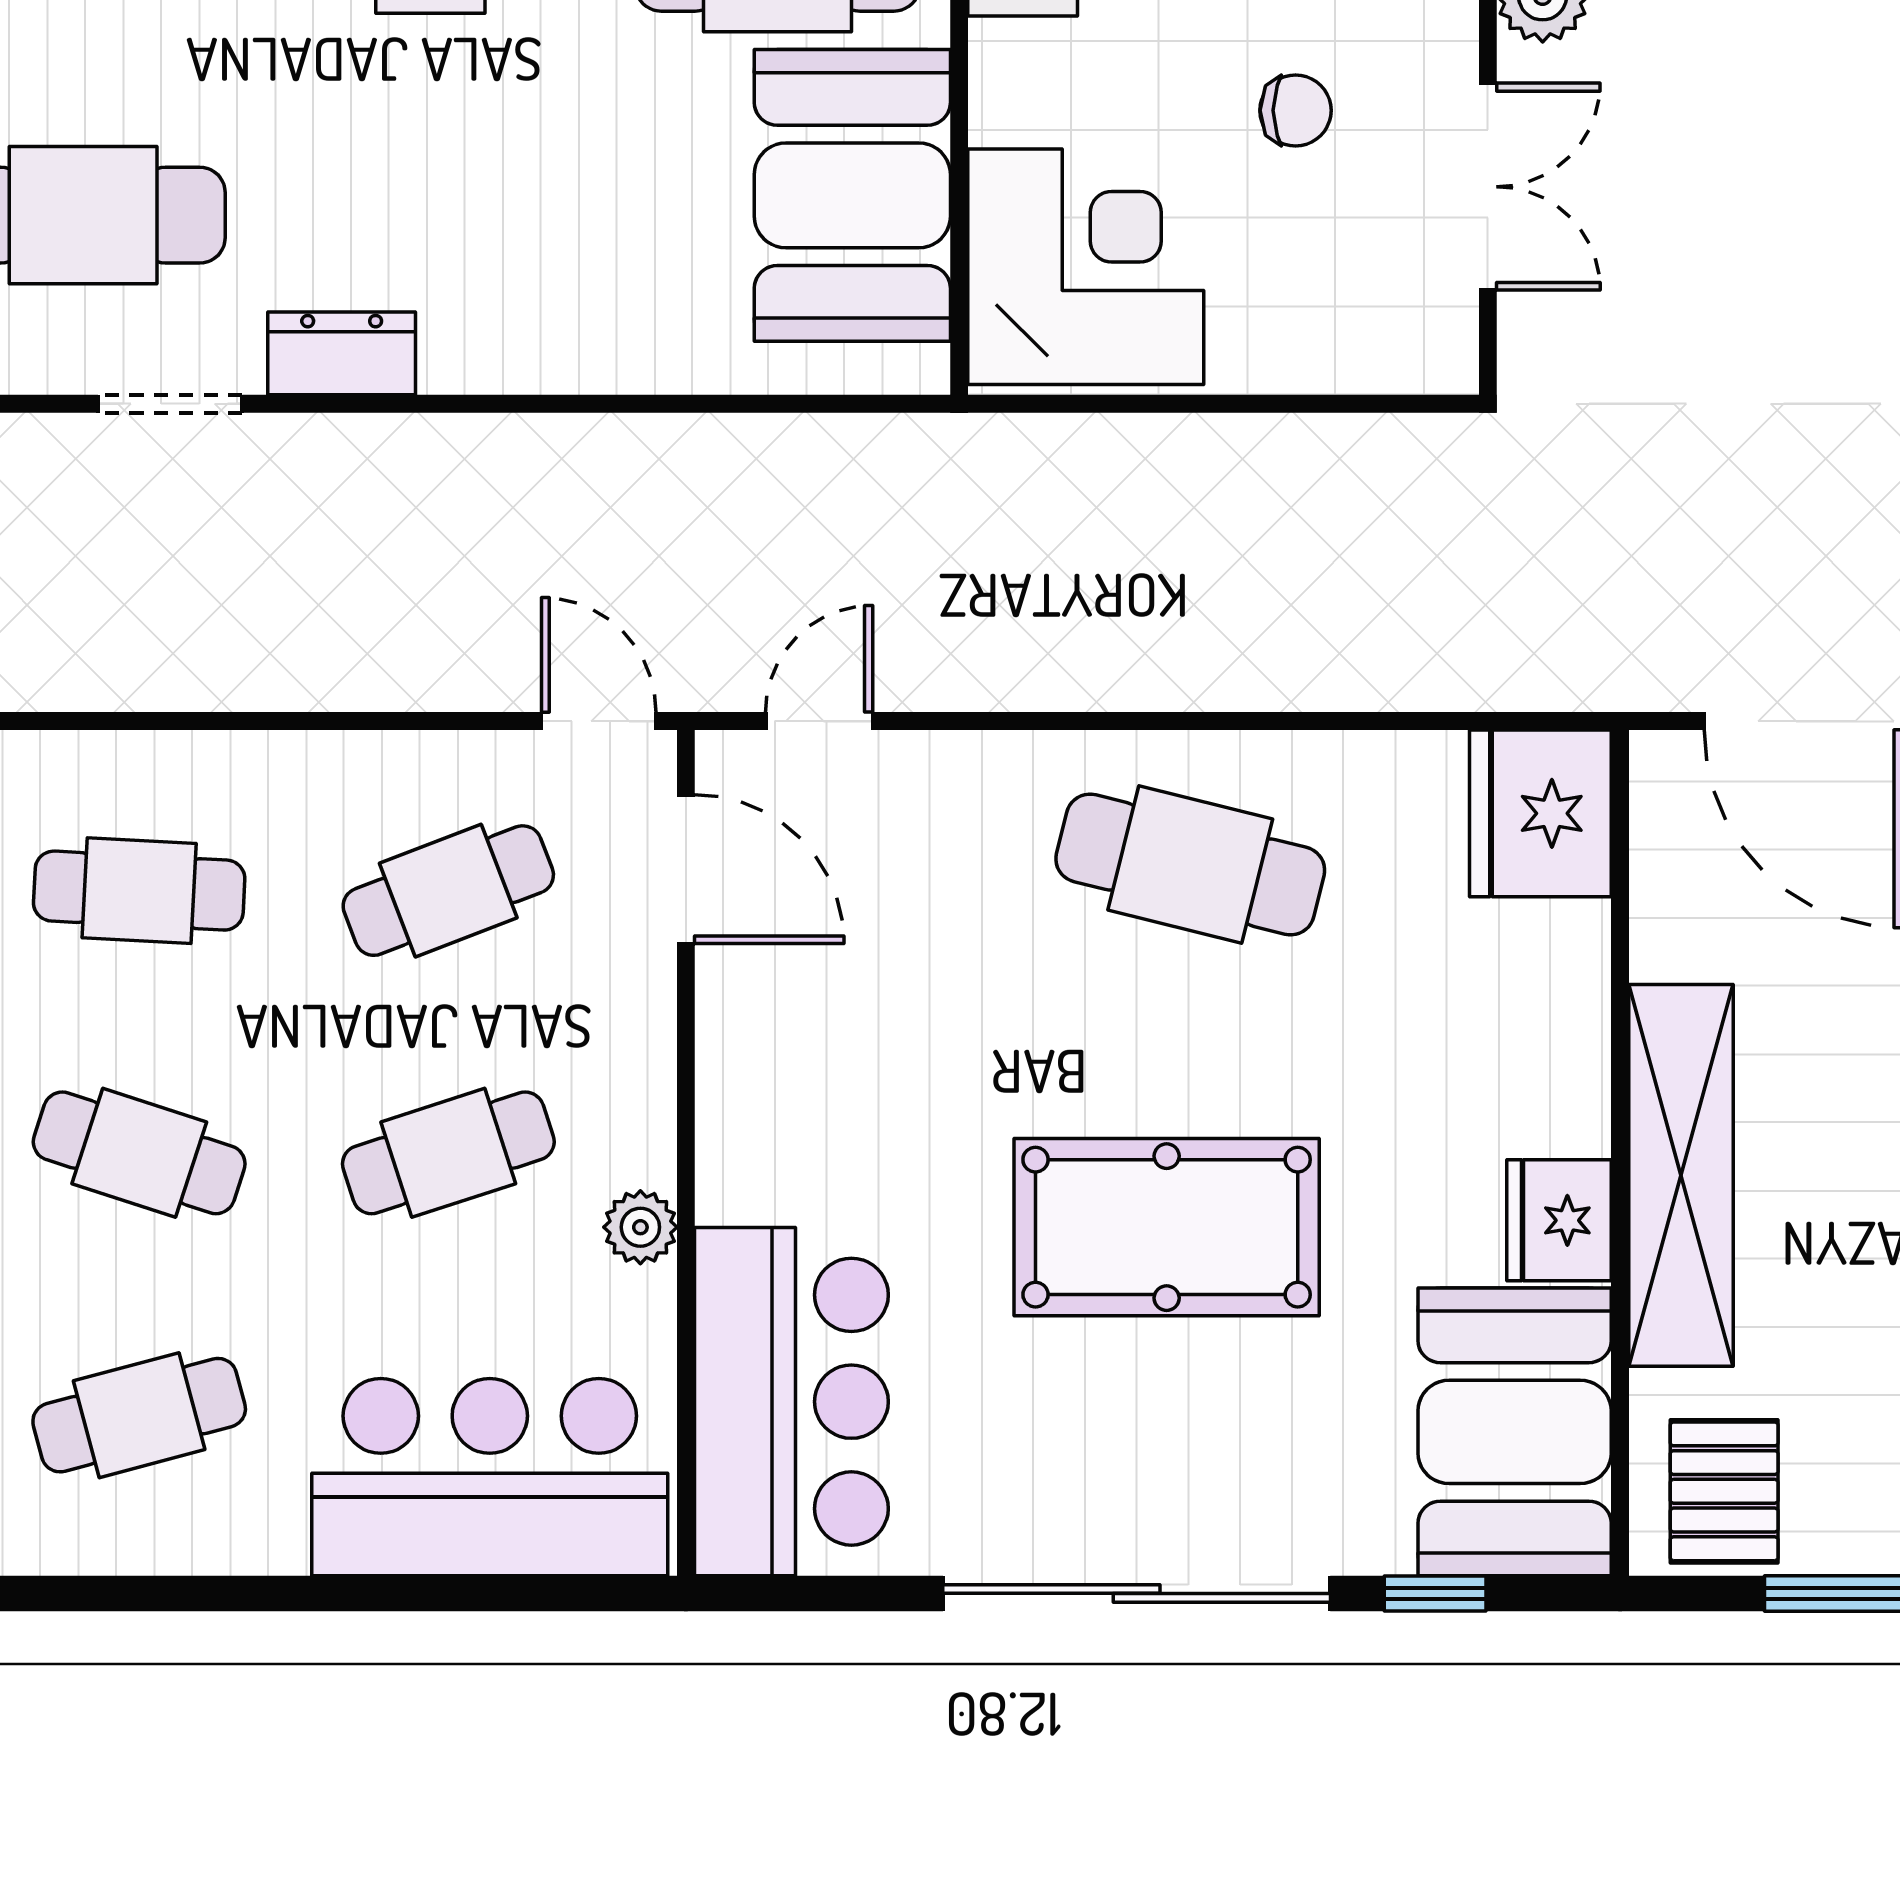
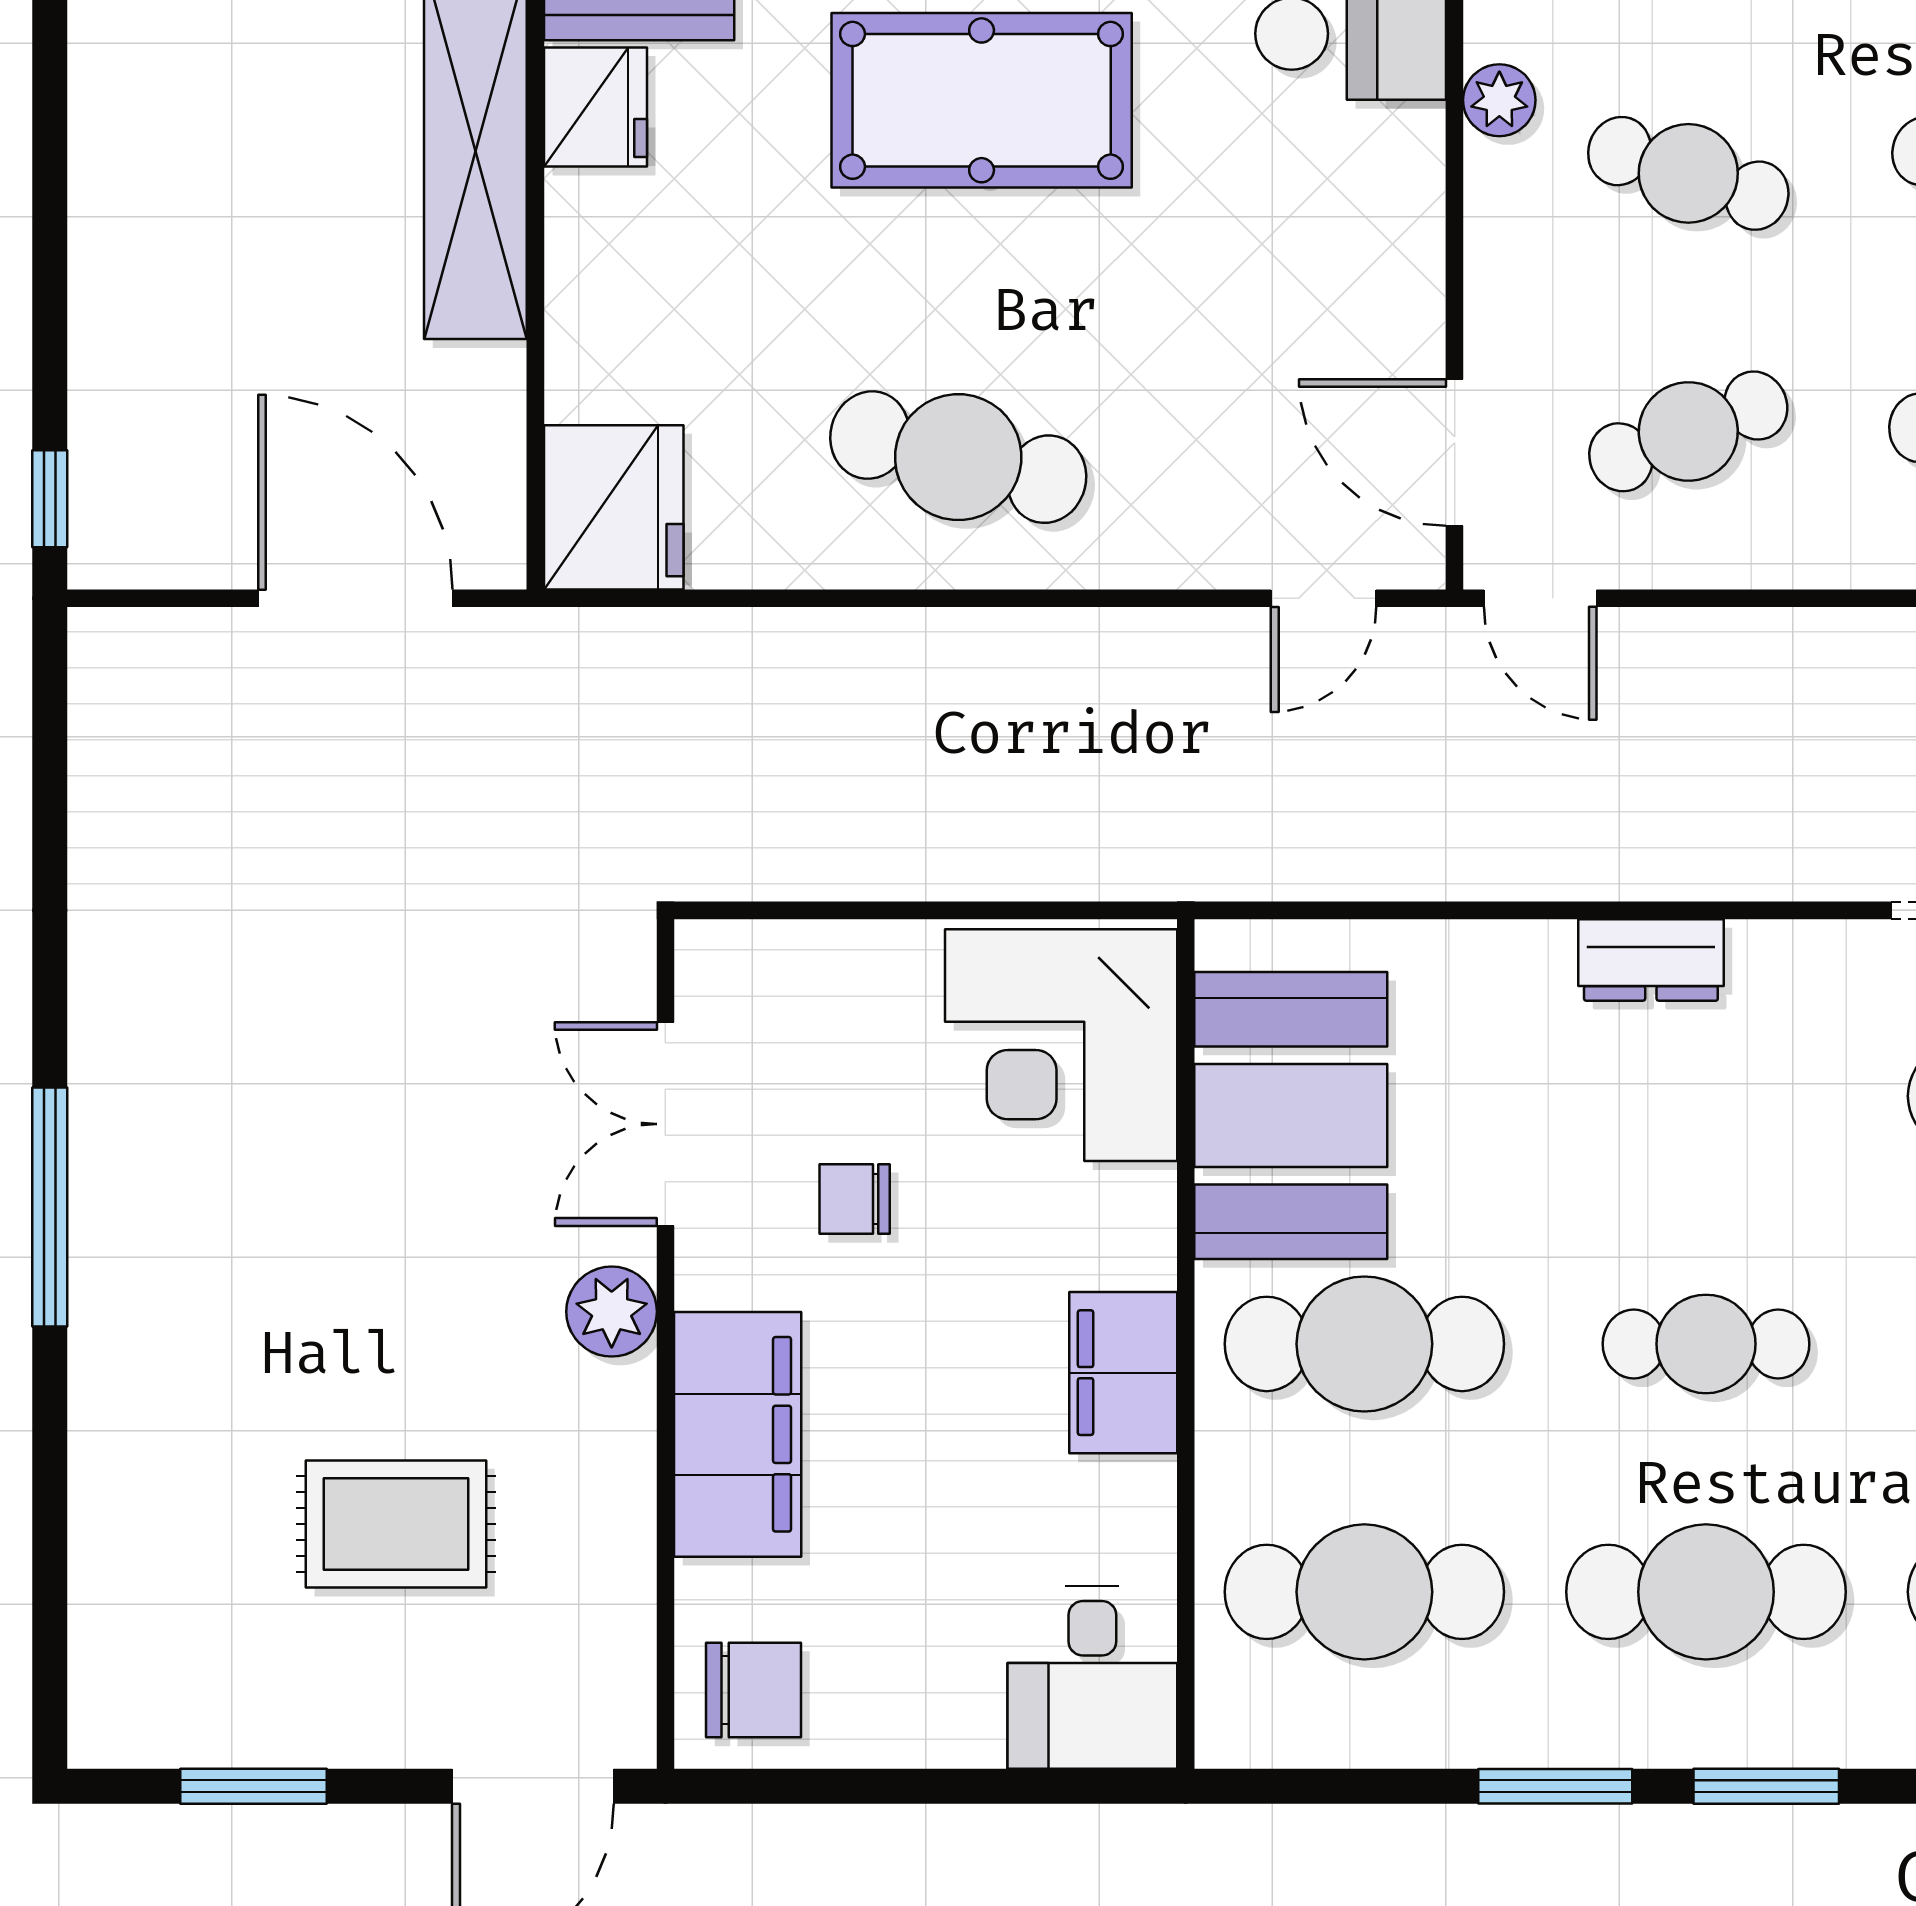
dresser: (342, 353) -> (1651, 960), moved
cafe table: (448, 1153) -> (1688, 173), turned 36

